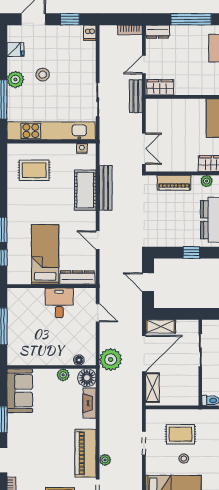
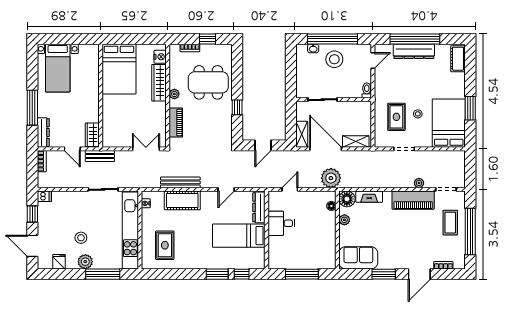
dresser: (157, 32) -> (43, 133), width x1.44

